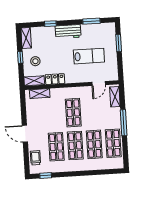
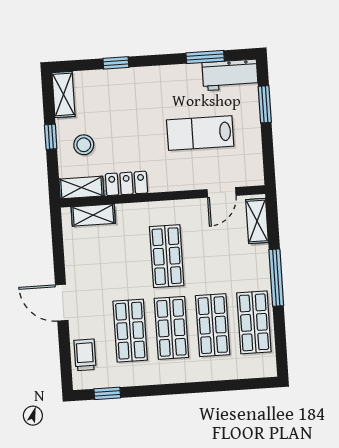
workbench: (68, 32) -> (230, 75), moved
lab bench: (89, 56) -> (200, 133), turned 180

